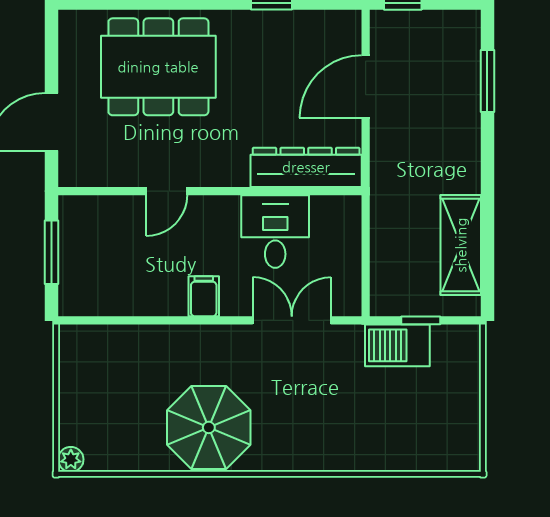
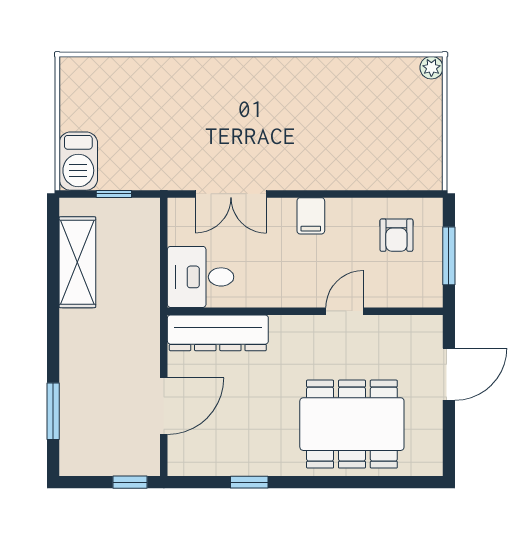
desk: (275, 232) -> (201, 277), moved, turned 90
armchair: (109, 275) -> (396, 235), added
barbecue: (397, 345) -> (78, 161), moved, turned 90
parasol: (209, 427) -> (306, 97), removed

